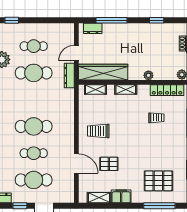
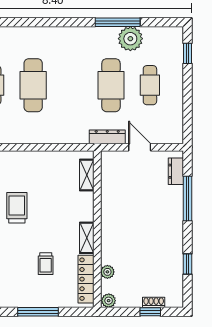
wardrobe: (103, 72) -> (112, 186), removed
plant: (148, 75) -> (107, 272), moved
shelving: (126, 89) -> (87, 238), moved
trolley: (98, 131) -> (17, 208), moved

